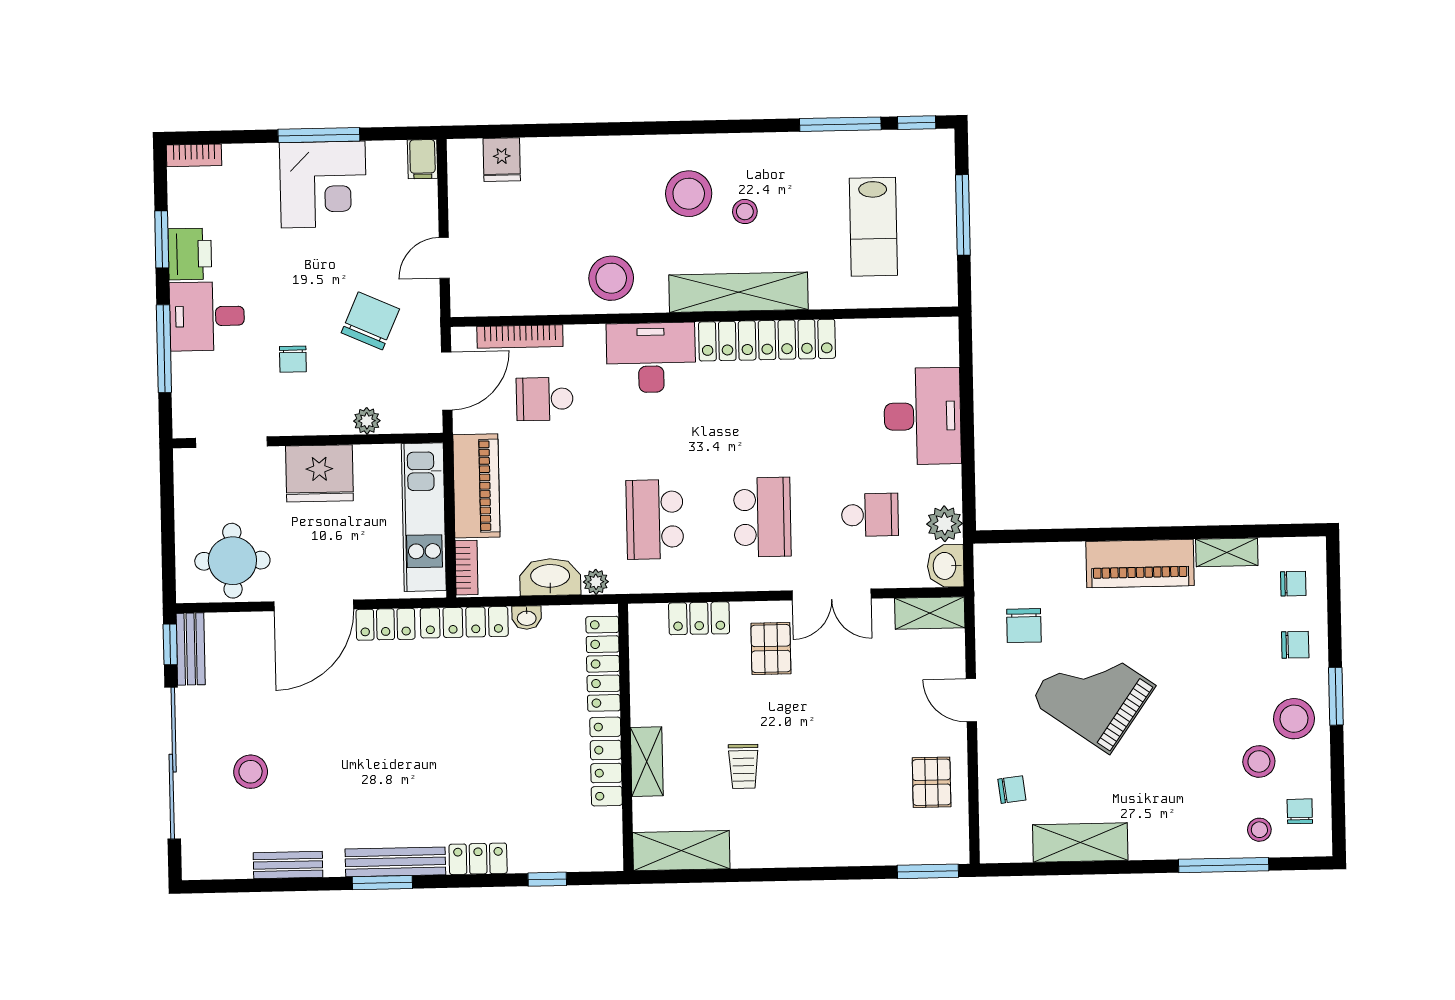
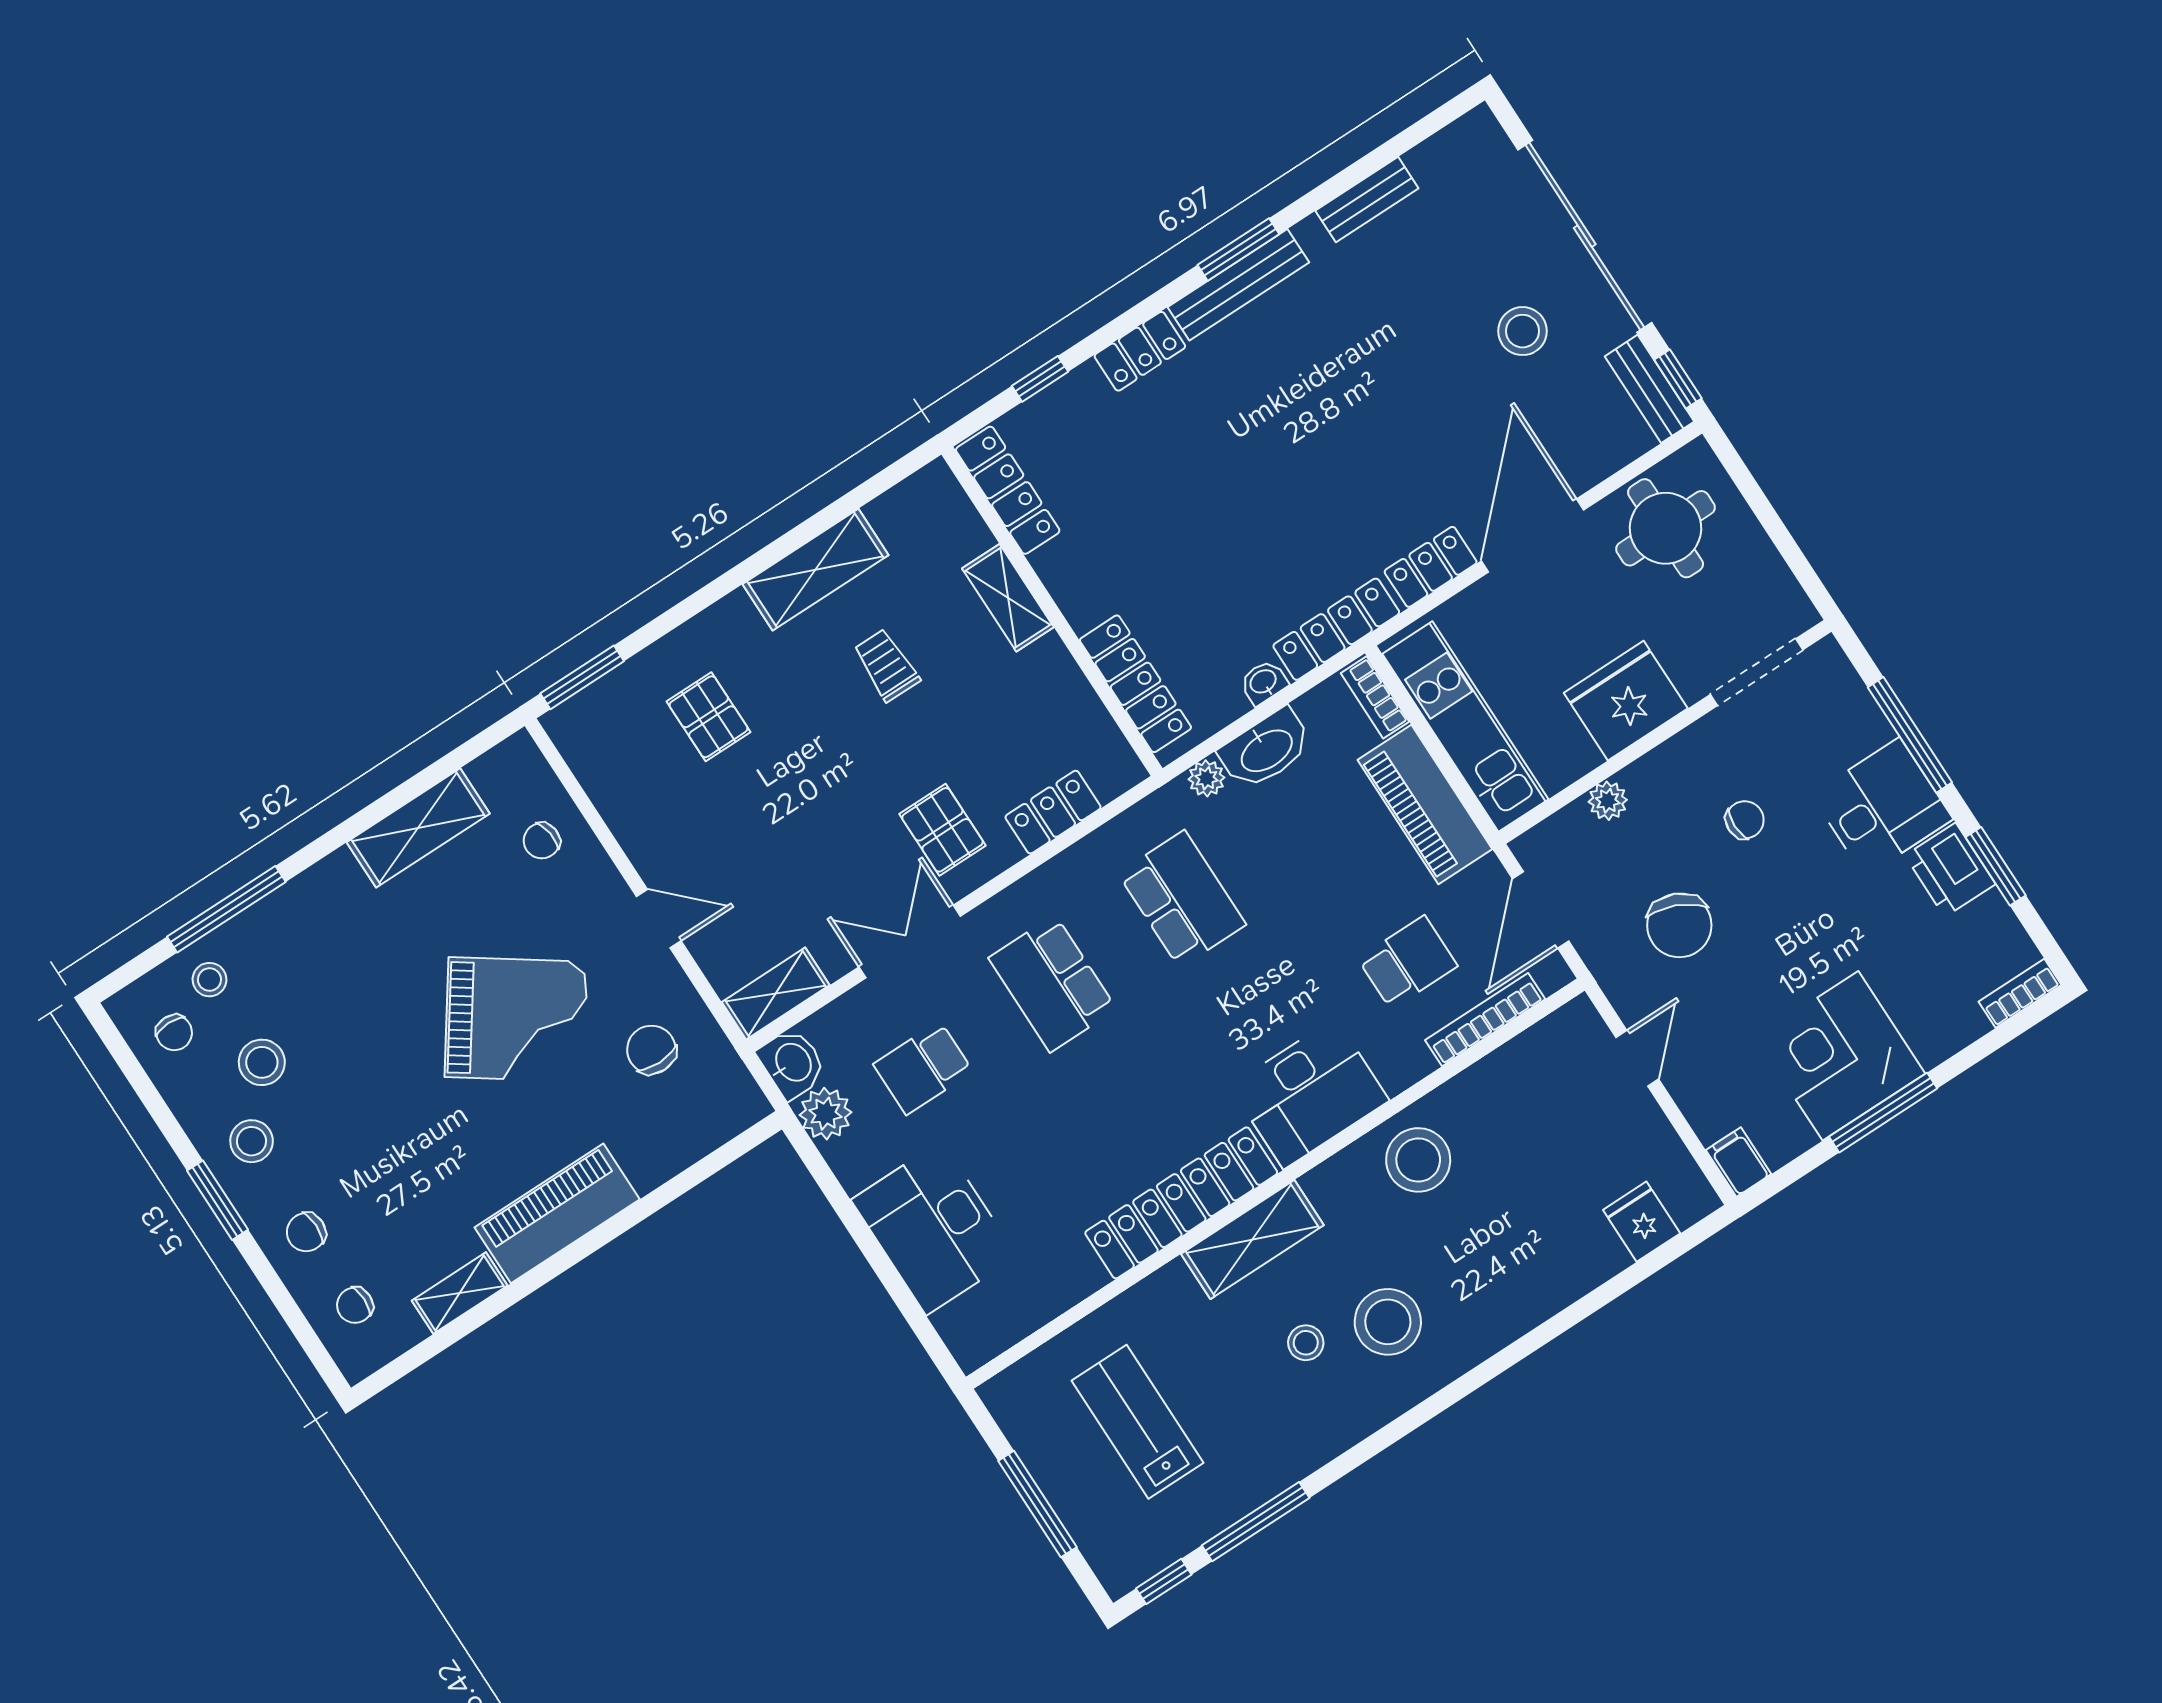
shelving: (738, 292) -> (1252, 1240), width x0.68
chair: (293, 359) -> (1745, 820), turned 90
stool: (1294, 719) -> (252, 1141), width x0.73, depth x0.73
locker: (606, 761) -> (1008, 490), moved
stool: (251, 772) -> (1523, 331), moved
pallet: (932, 782) -> (708, 717), moved
shelving: (681, 851) -> (815, 570), moved

